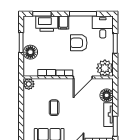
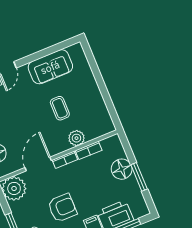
plant: (29, 84) -> (76, 138), moved

